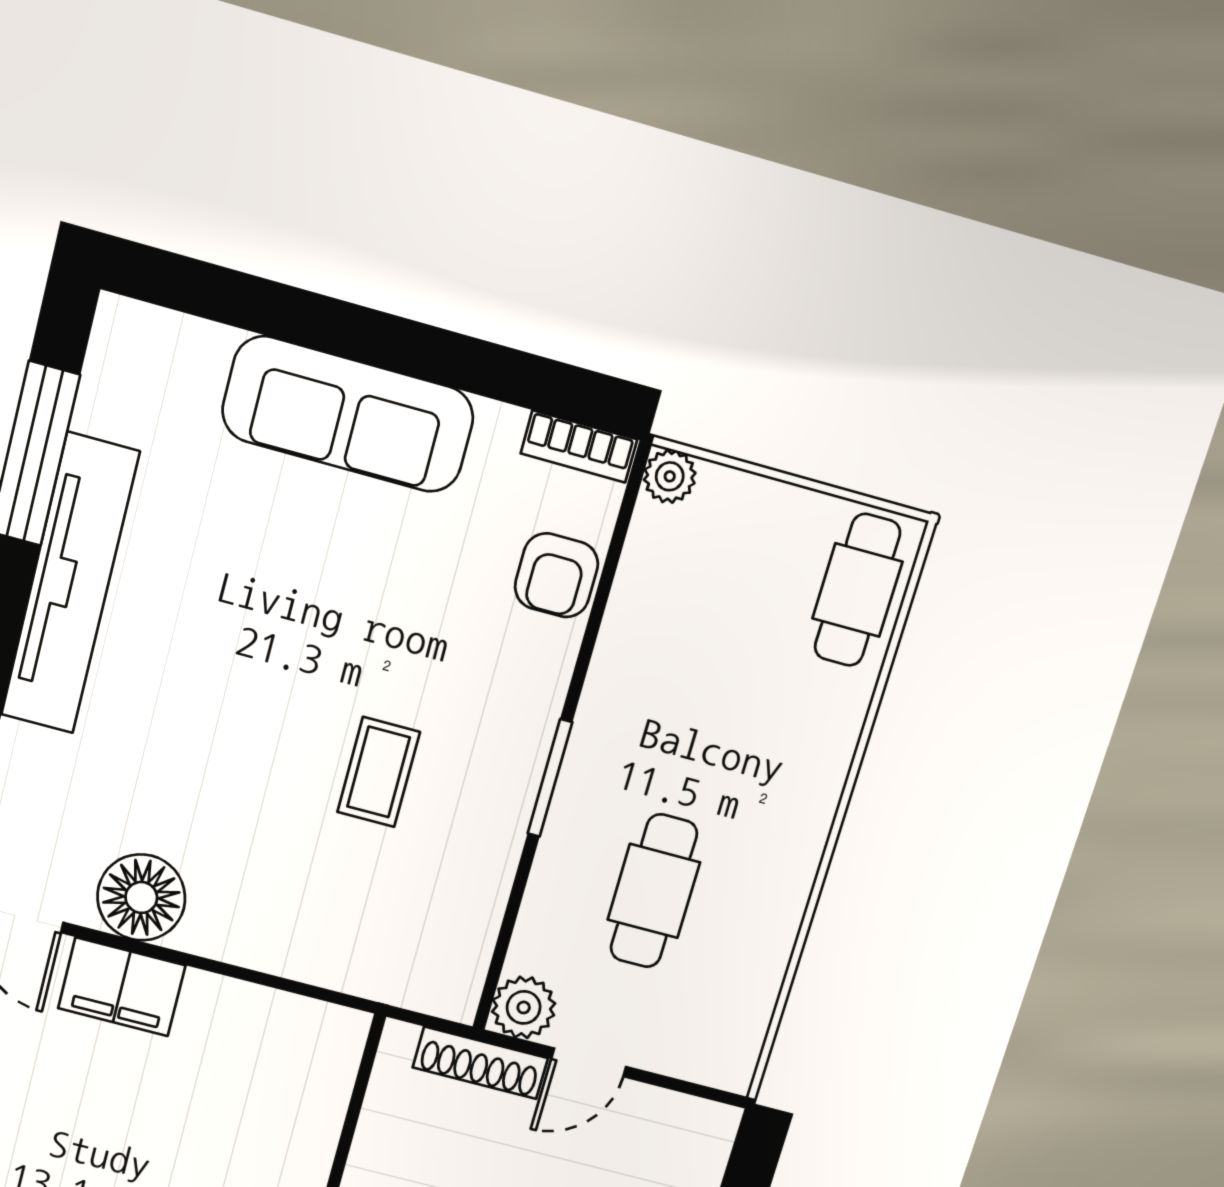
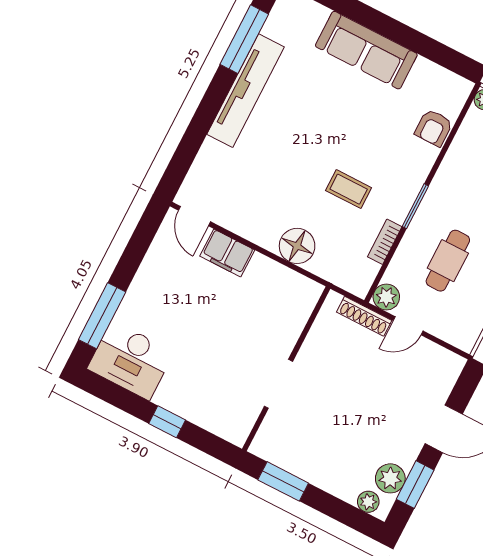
bookcase: (579, 446) -> (385, 242), moved, turned 90
coffee table: (379, 772) -> (349, 189), turned 90
floor lamp: (141, 897) -> (297, 246), moved

